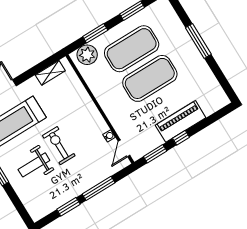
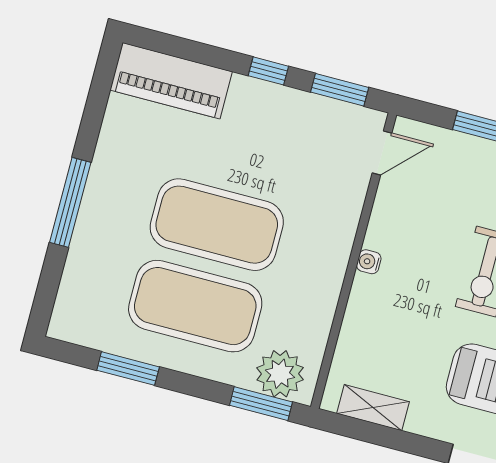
window: (95, 33) -> (261, 404), moved
piano: (181, 121) -> (171, 81), moved
water cooler: (109, 136) -> (369, 262), moved

